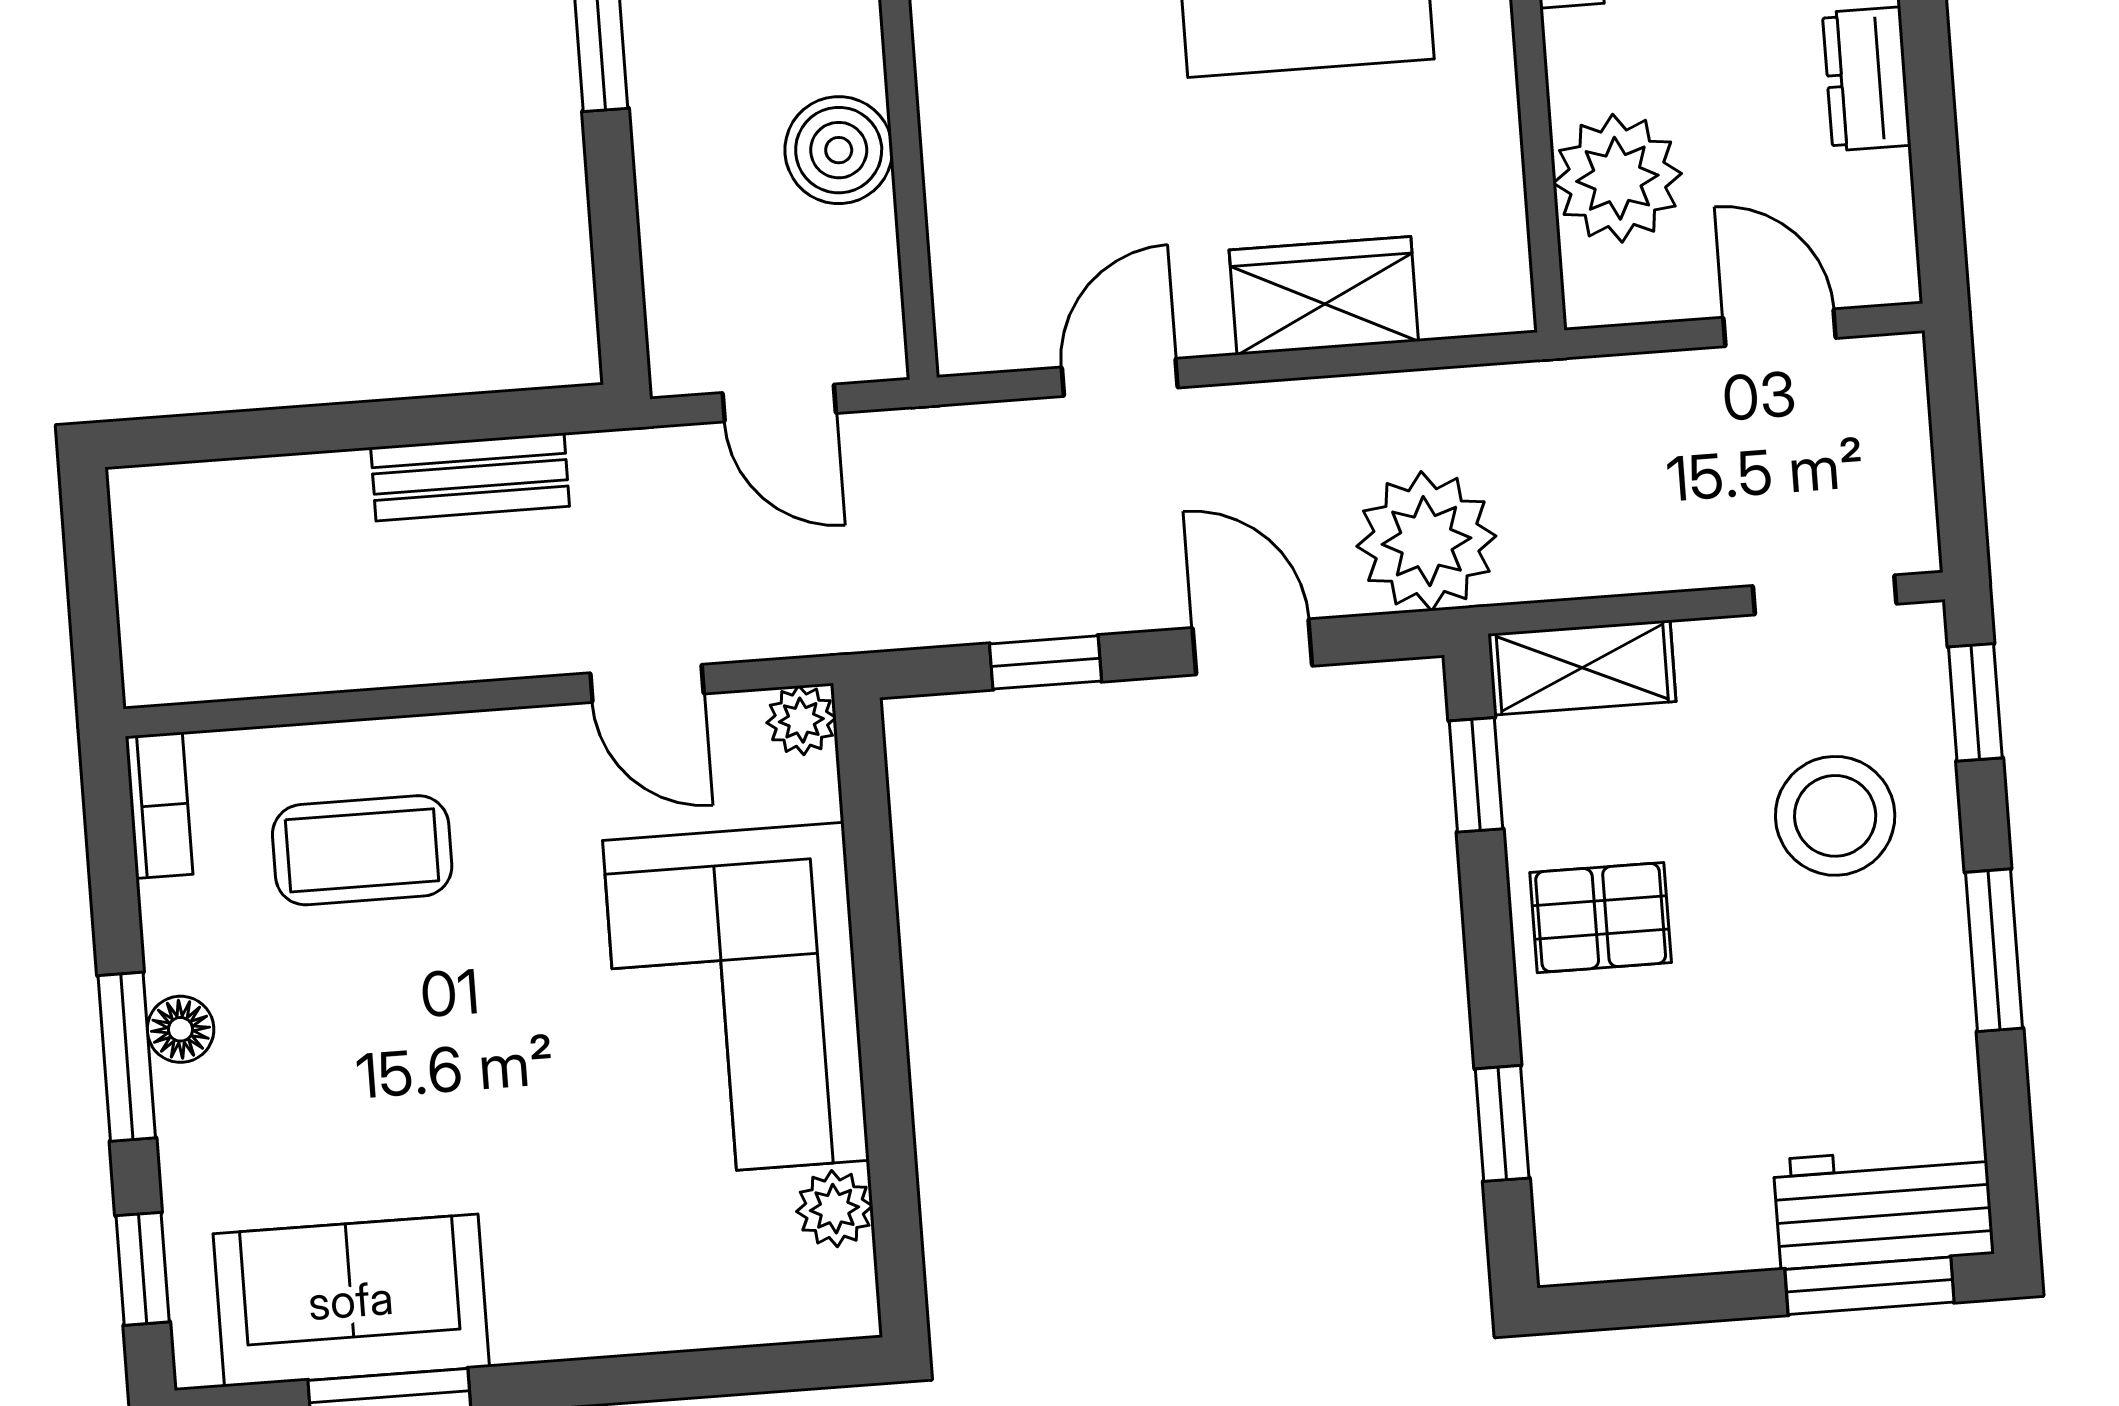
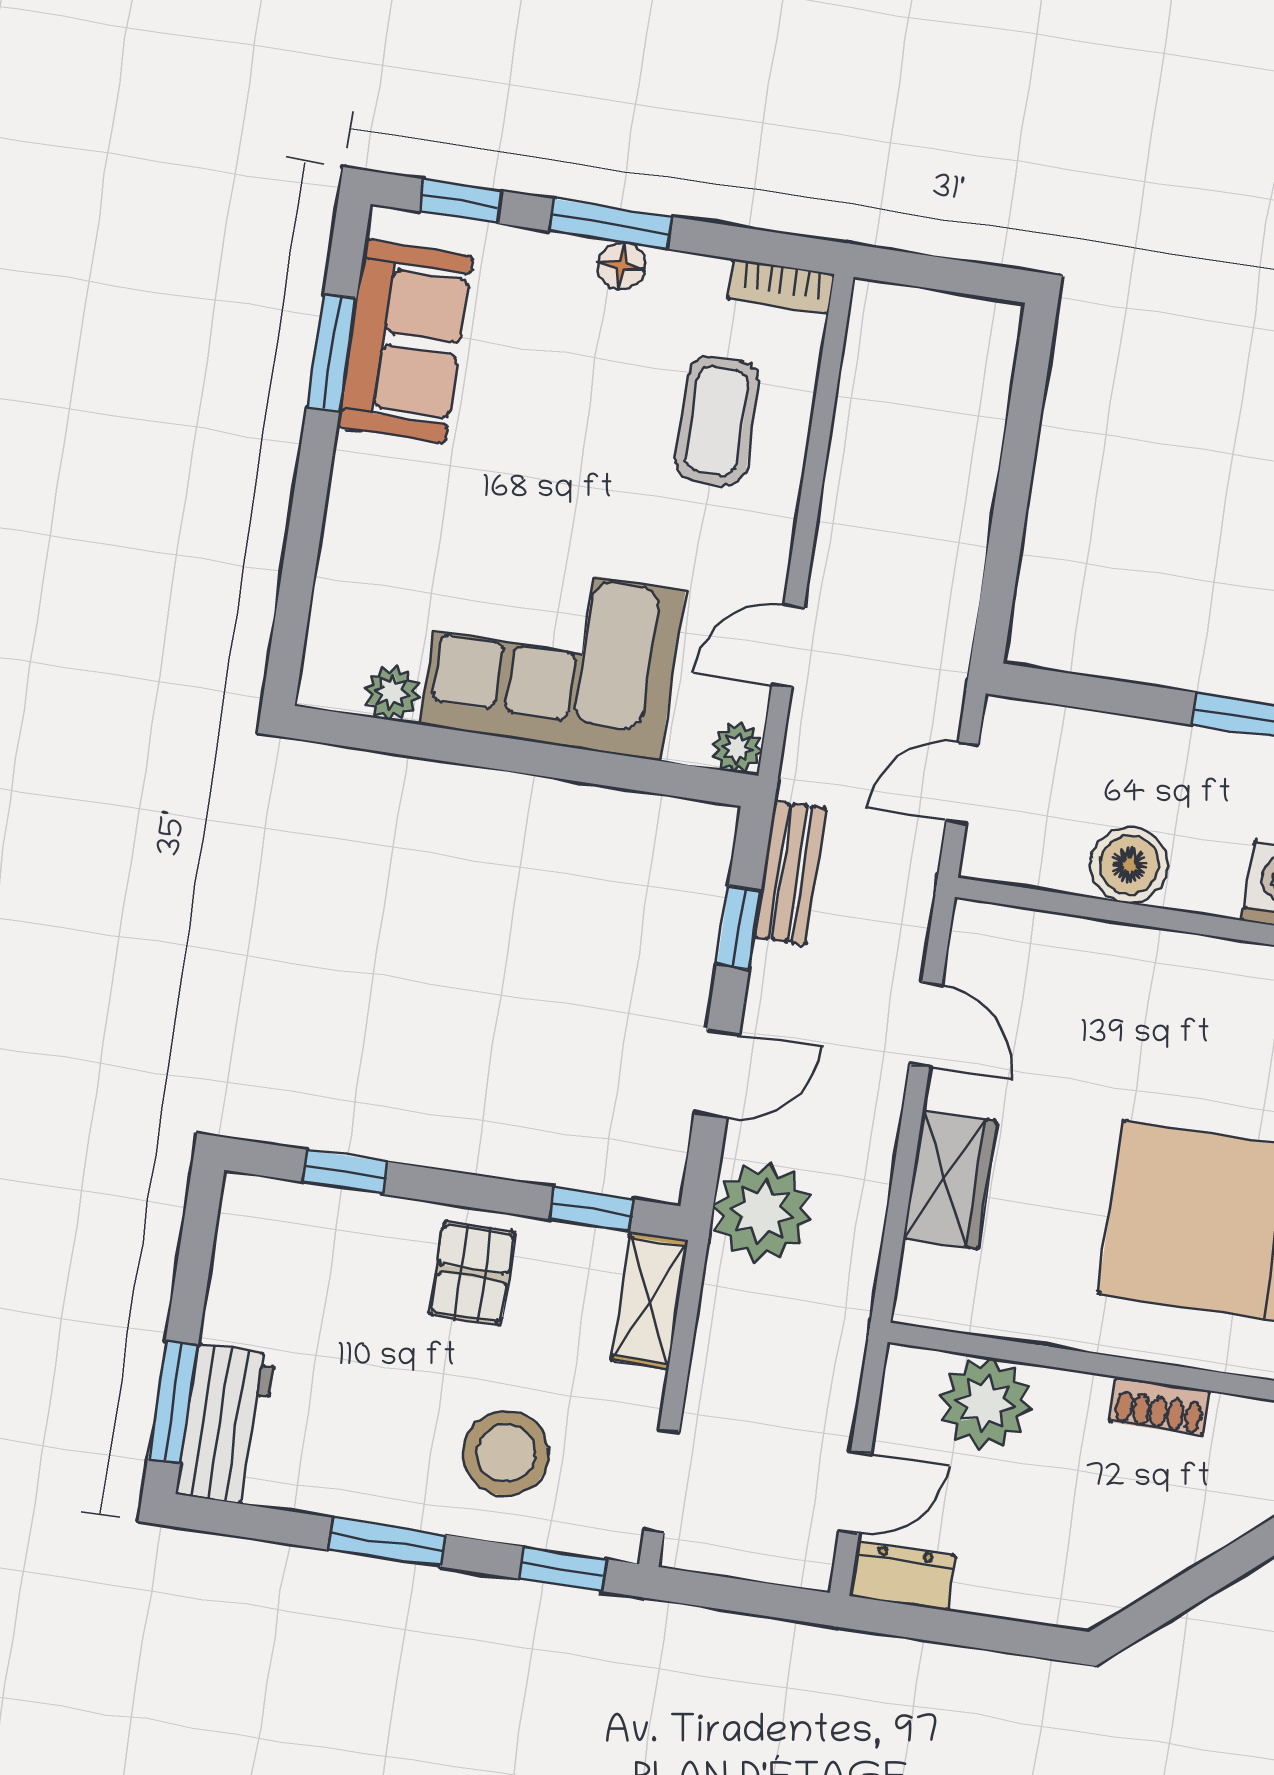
dresser: (1867, 79) -> (902, 1576), moved
bench: (470, 477) -> (790, 873), moved

